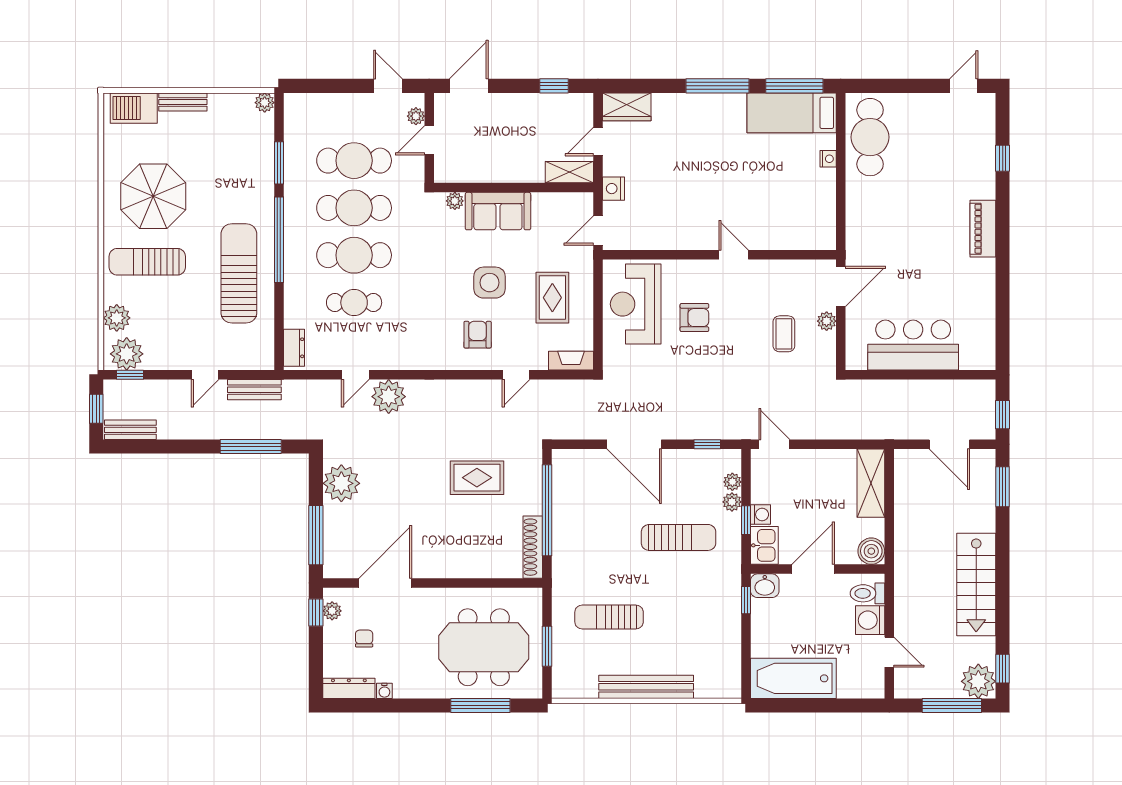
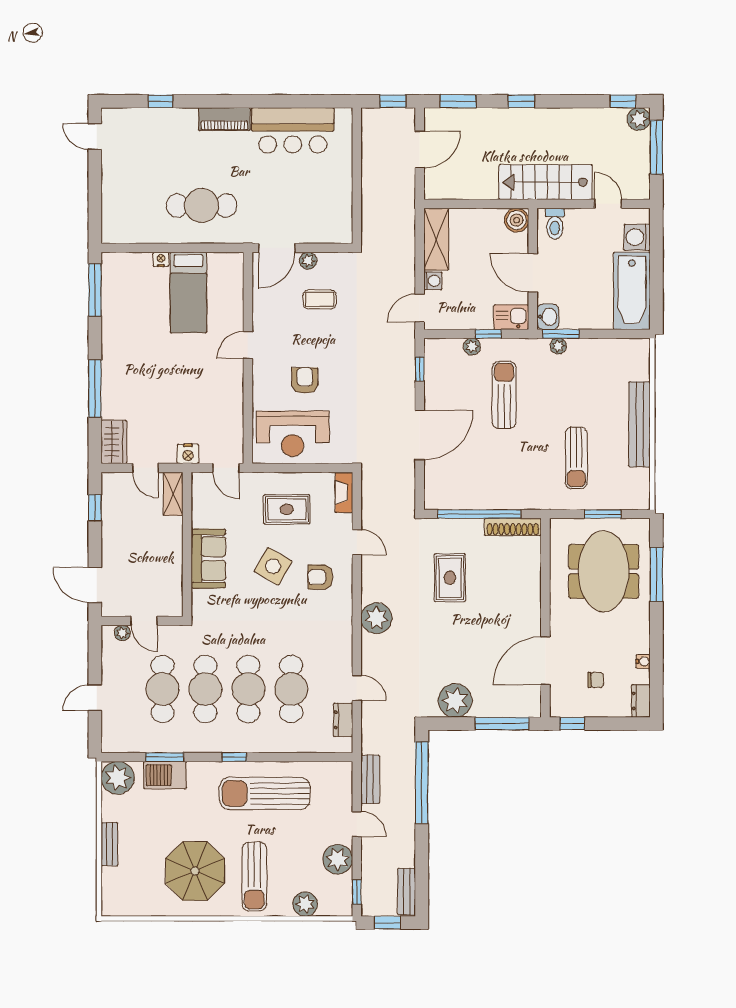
door: (388, 86) -> (95, 698), moved
window: (718, 86) -> (95, 389), moved
plant: (265, 103) -> (118, 778), width x1.87, depth x1.87
barbecue: (134, 108) -> (165, 775), moved, turned 90
bed: (792, 113) -> (188, 292), moved
cafe table: (870, 137) -> (202, 206), moved
plant: (455, 201) -> (199, 598), removed
window: (279, 240) -> (234, 757), width x0.32
side table: (490, 283) -> (273, 566), turned 30
door: (841, 286) -> (277, 248), swing flipped
cafe table: (354, 303) -> (291, 689), width x1.37, depth x1.35
bar counter: (913, 345) -> (293, 130), moved, turned -90
dresser: (294, 348) -> (343, 720), moved, turned -90
plant: (127, 354) -> (338, 859), moved
plant: (389, 397) -> (376, 618), moved
window: (251, 447) -> (422, 783), width x1.46
plant: (732, 482) -> (558, 346), moved
shelving: (871, 483) -> (436, 239), moved, turned 90
washing machine: (760, 515) -> (433, 281), moved, turned 90
window: (1003, 557) -> (521, 101), added
door: (385, 583) -> (545, 661), hinge flipped
stairs: (976, 585) -> (546, 182), moved, turned 180
window: (746, 600) -> (561, 334), width x1.50
plant: (332, 611) -> (571, 709), removed
washing machine: (870, 620) -> (637, 237), moved, turned 90
chair: (364, 639) -> (596, 680), turned 180
door: (889, 652) -> (608, 204), hinge flipped
plant: (978, 681) -> (639, 119), width x0.73, depth x0.73
dresser: (349, 688) -> (641, 701), width x0.70

